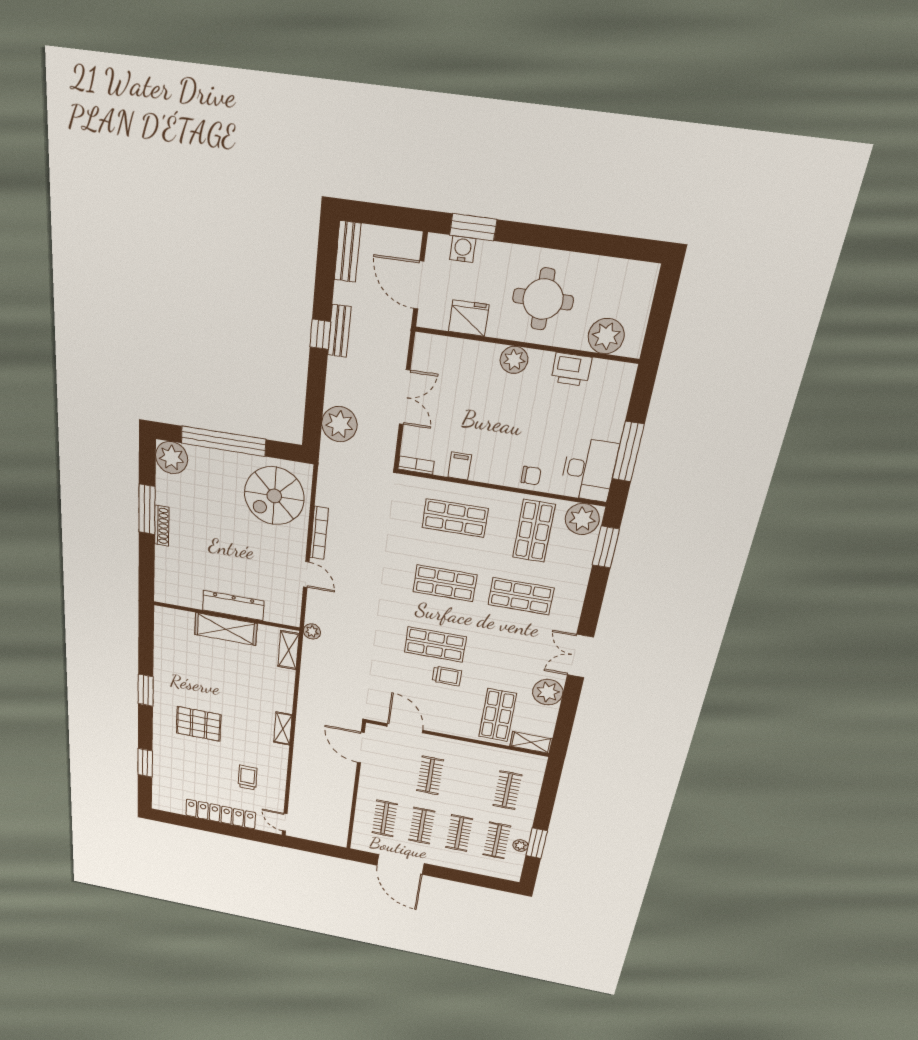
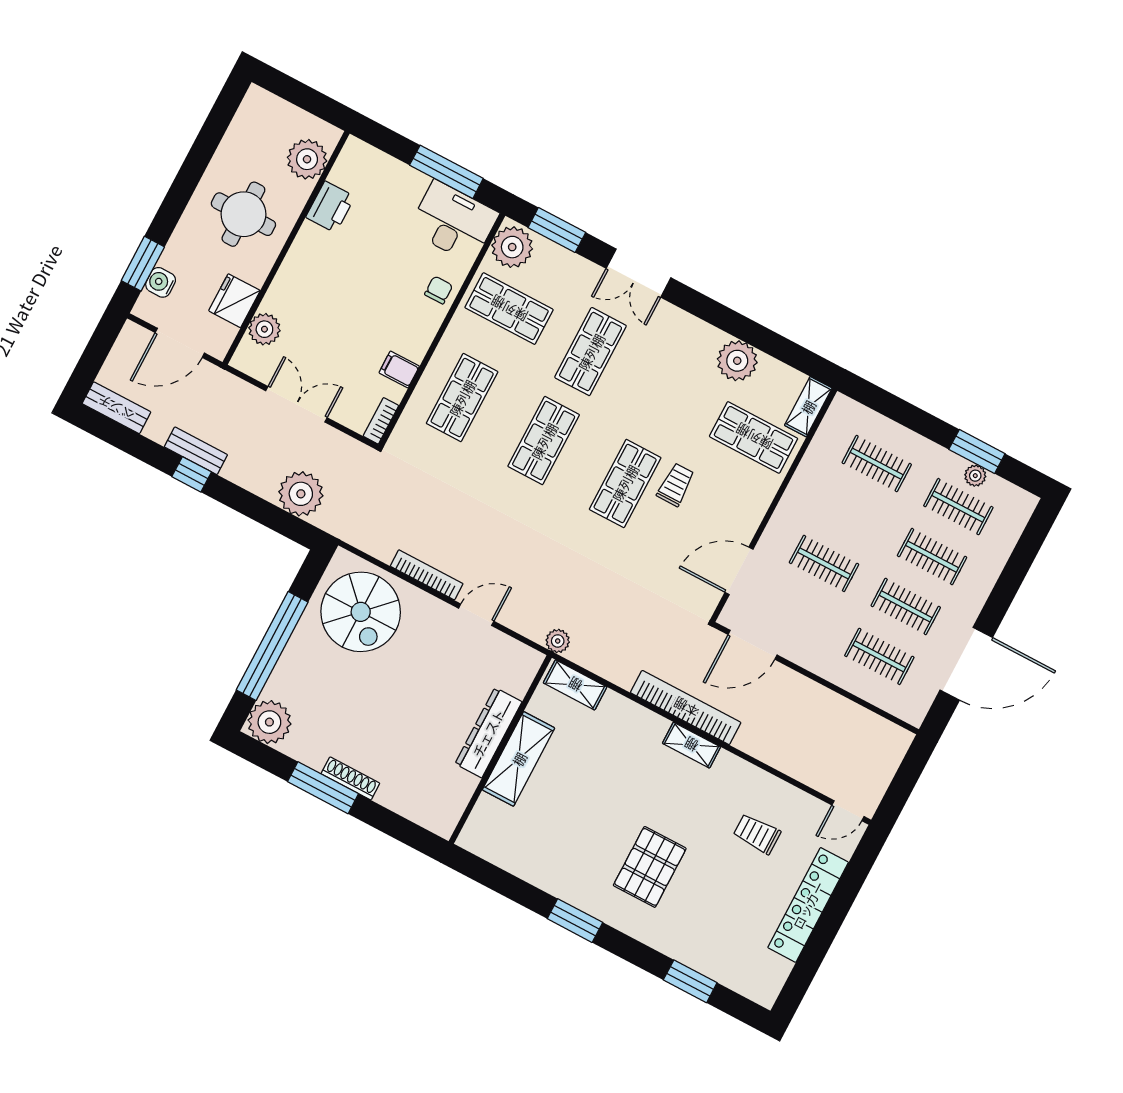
plant: (514, 360) -> (264, 329), moved
double door: (580, 656) -> (638, 273), moved
bookcase: (304, 719) -> (686, 708), added

